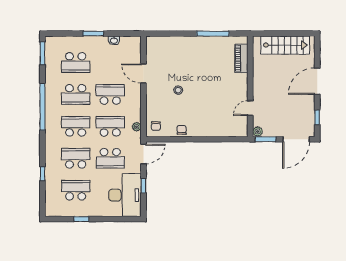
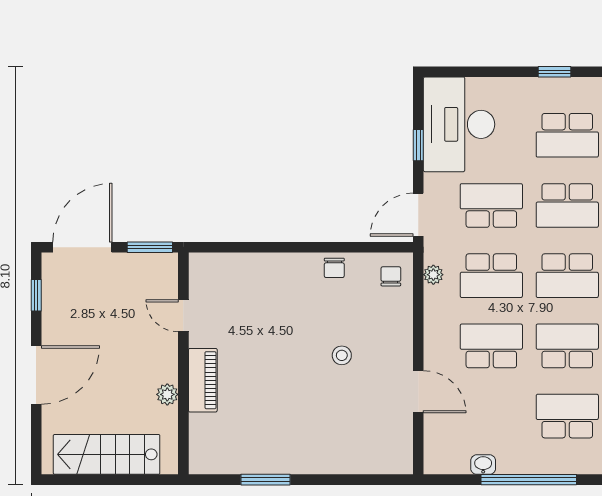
window: (93, 34) -> (529, 480), width x2.11
window: (213, 34) -> (266, 480), width x0.69
piano: (241, 58) -> (203, 380), moved
school desk: (110, 94) -> (491, 346), turned 180
door: (250, 108) -> (183, 316), swing flipped
plant: (258, 131) -> (167, 394), moved

